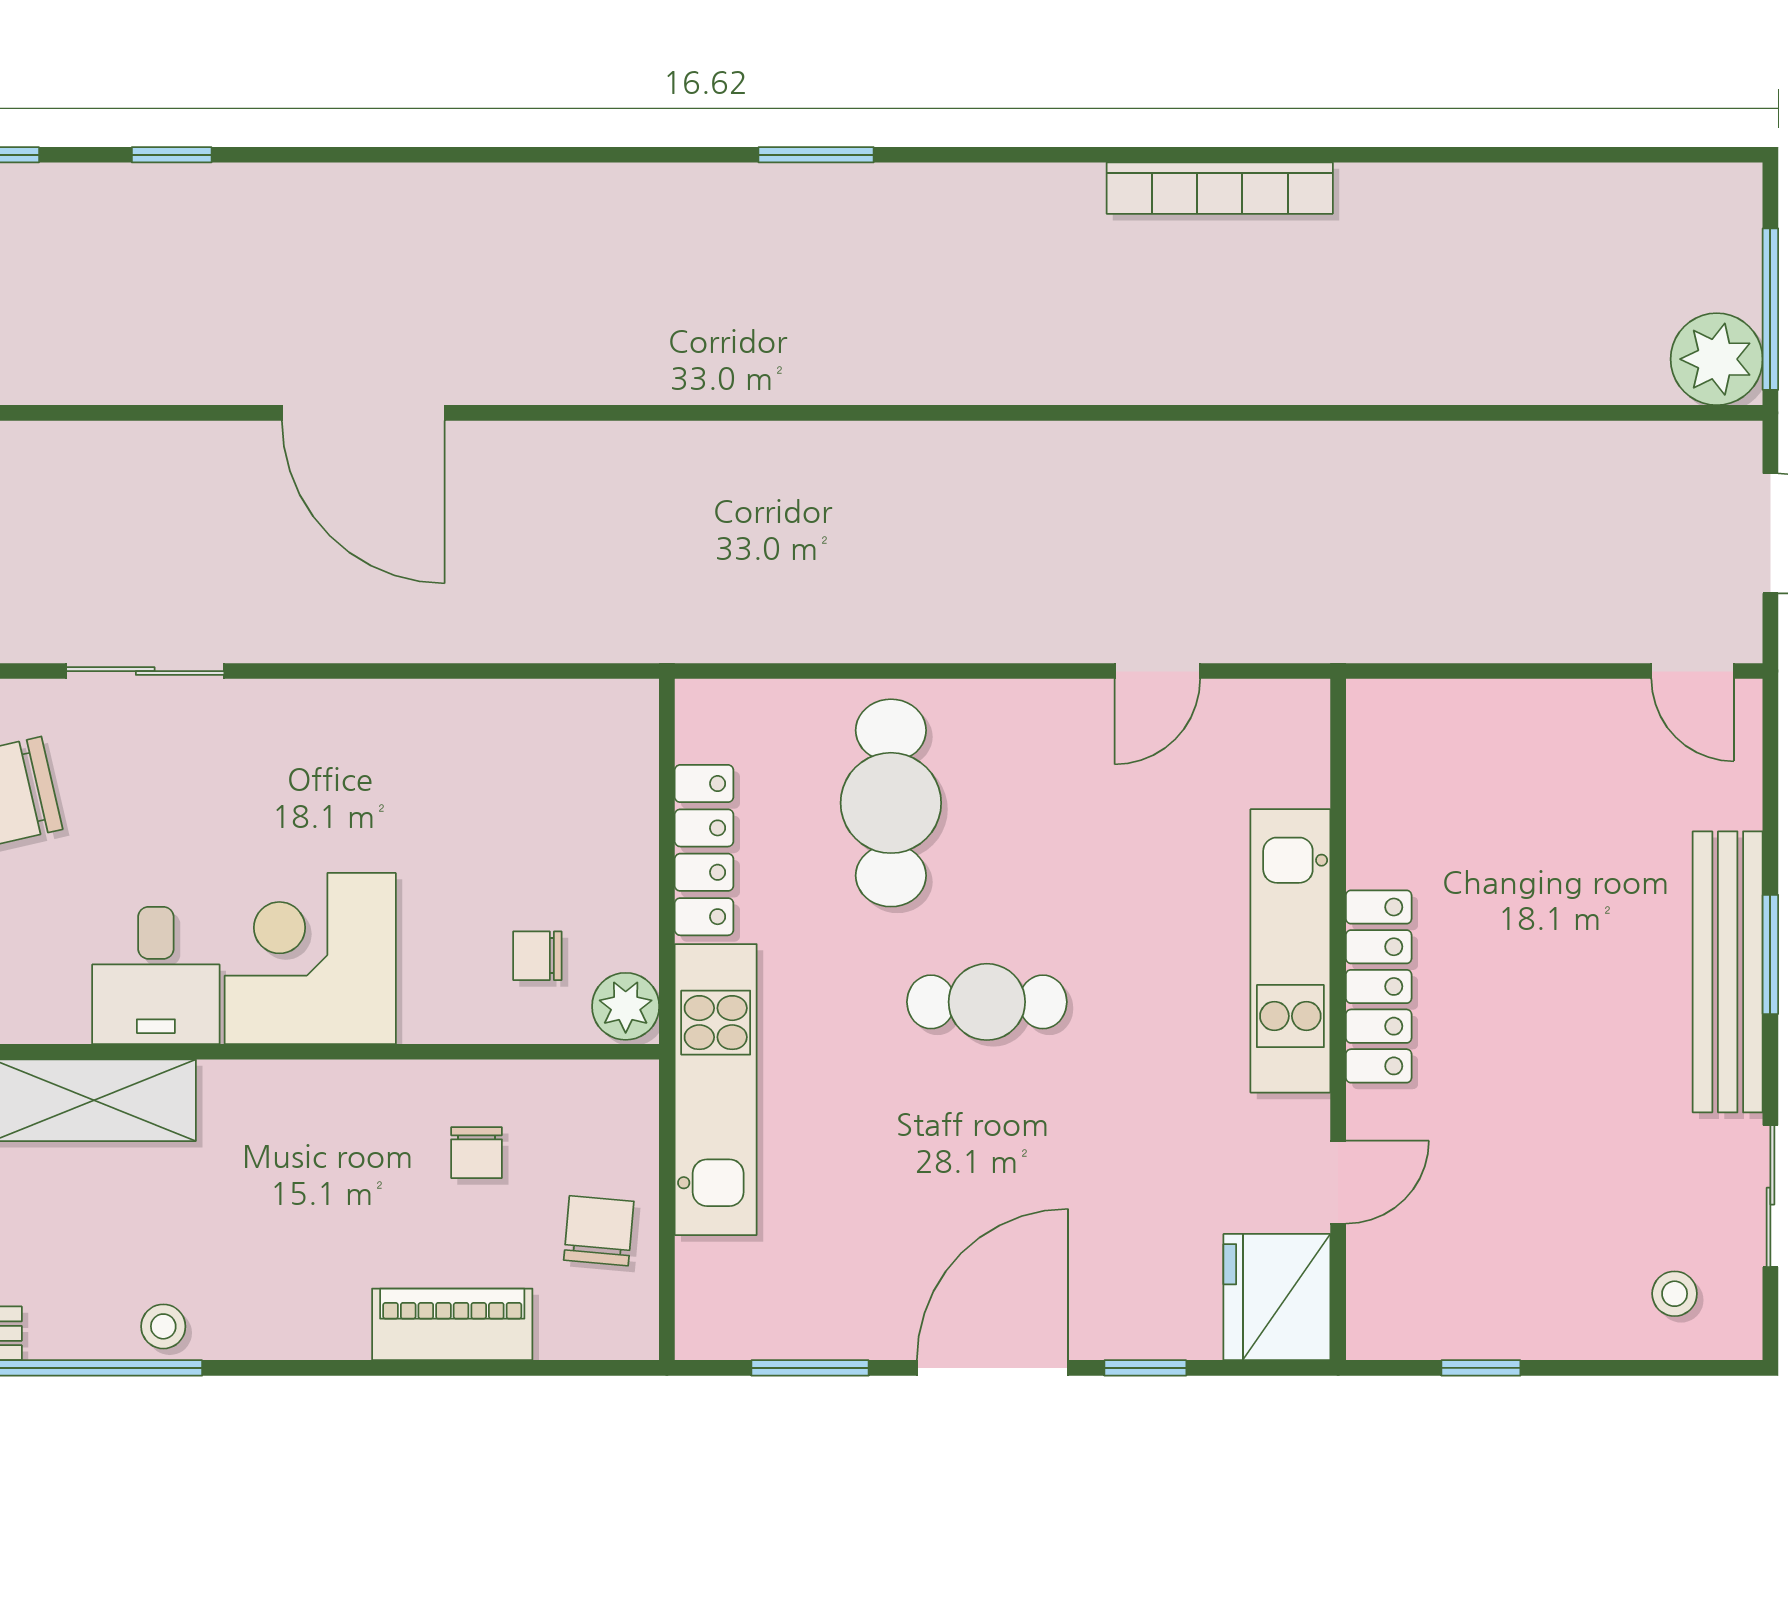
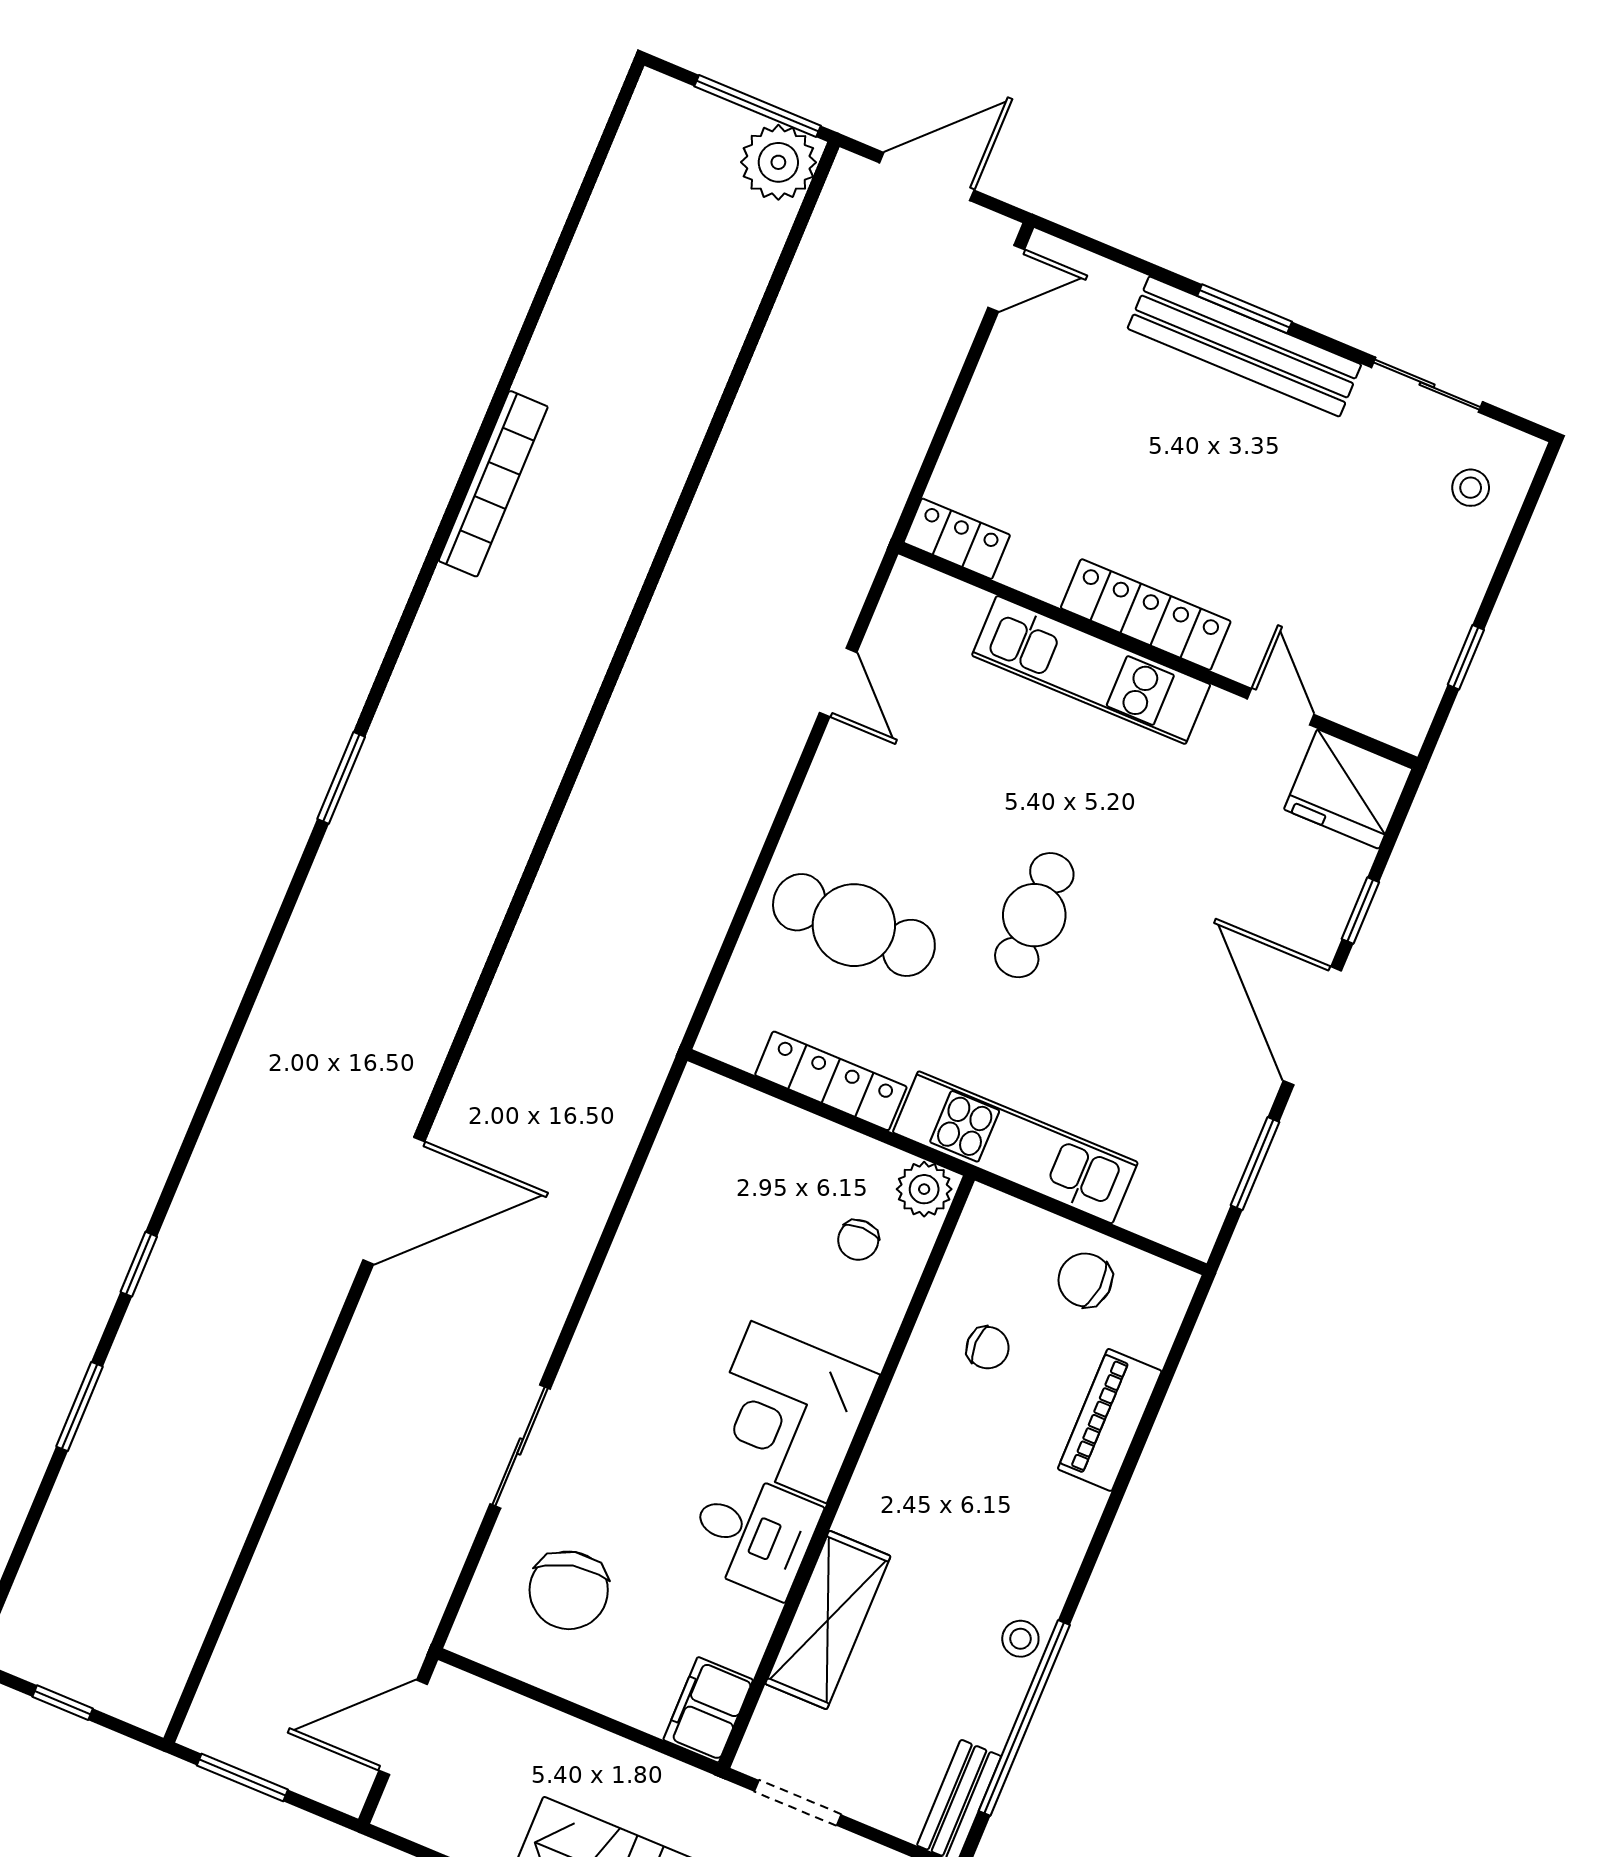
locker: (1375, 737) -> (957, 539), added

